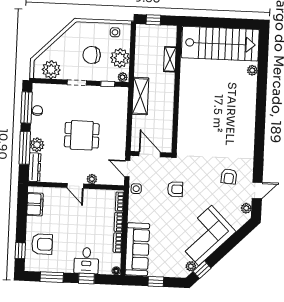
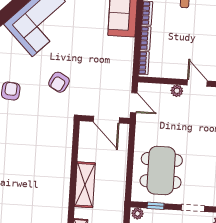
shelving: (140, 96) -> (85, 185), moved
dining table: (82, 135) -> (161, 171), moved, width x1.38
side table: (136, 189) -> (123, 78), removed
armchair: (175, 189) -> (59, 82), moved, turned -61

